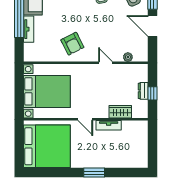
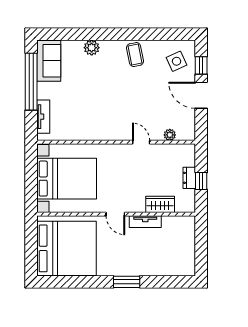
tv unit: (29, 29) -> (43, 117), moved
armchair: (72, 44) -> (99, 118), removed

